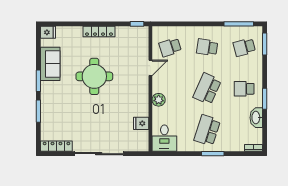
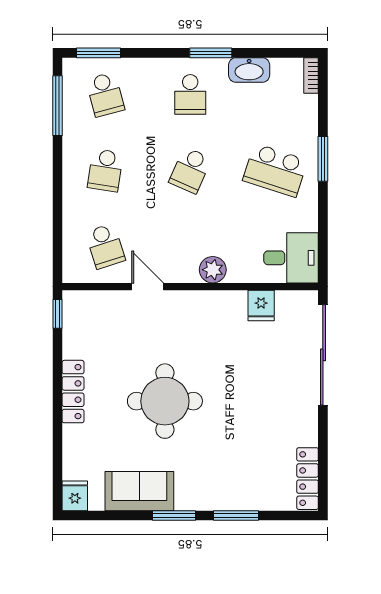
school desk: (207, 89) -> (190, 170), width x0.54
sliding door: (99, 154) -> (323, 355), moved

